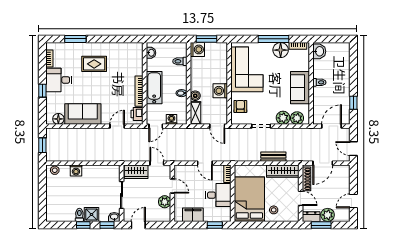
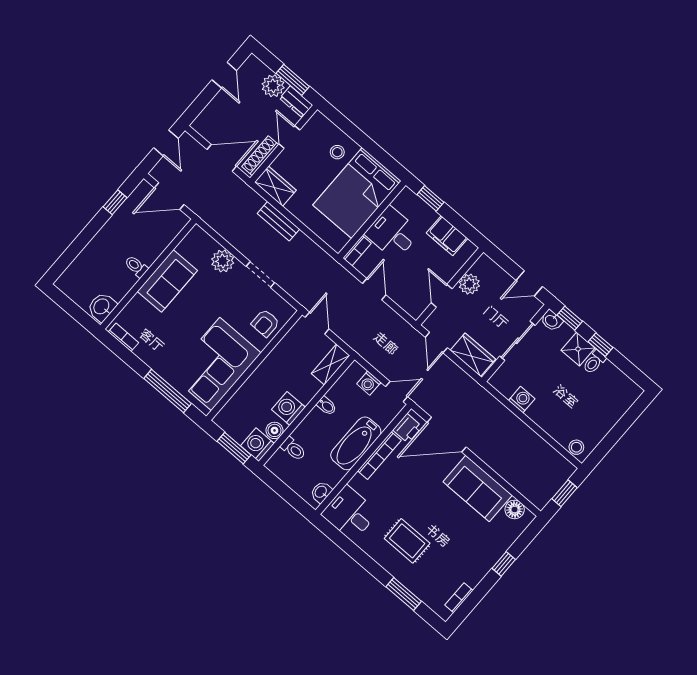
window: (273, 39) -> (168, 391), moved
floor lamp: (281, 50) -> (150, 351), removed
desk: (59, 80) -> (350, 513), moved, turned 180
washing machine: (220, 91) -> (288, 408), moved, turned 180
boiler: (195, 96) -> (275, 430), moved
plant: (297, 118) -> (205, 245), removed
door: (117, 126) -> (447, 435), width x1.88
washing machine: (76, 170) -> (522, 400), moved
wardrobe: (283, 171) -> (275, 186), width x0.67
door: (353, 201) -> (224, 75), hinge flipped

